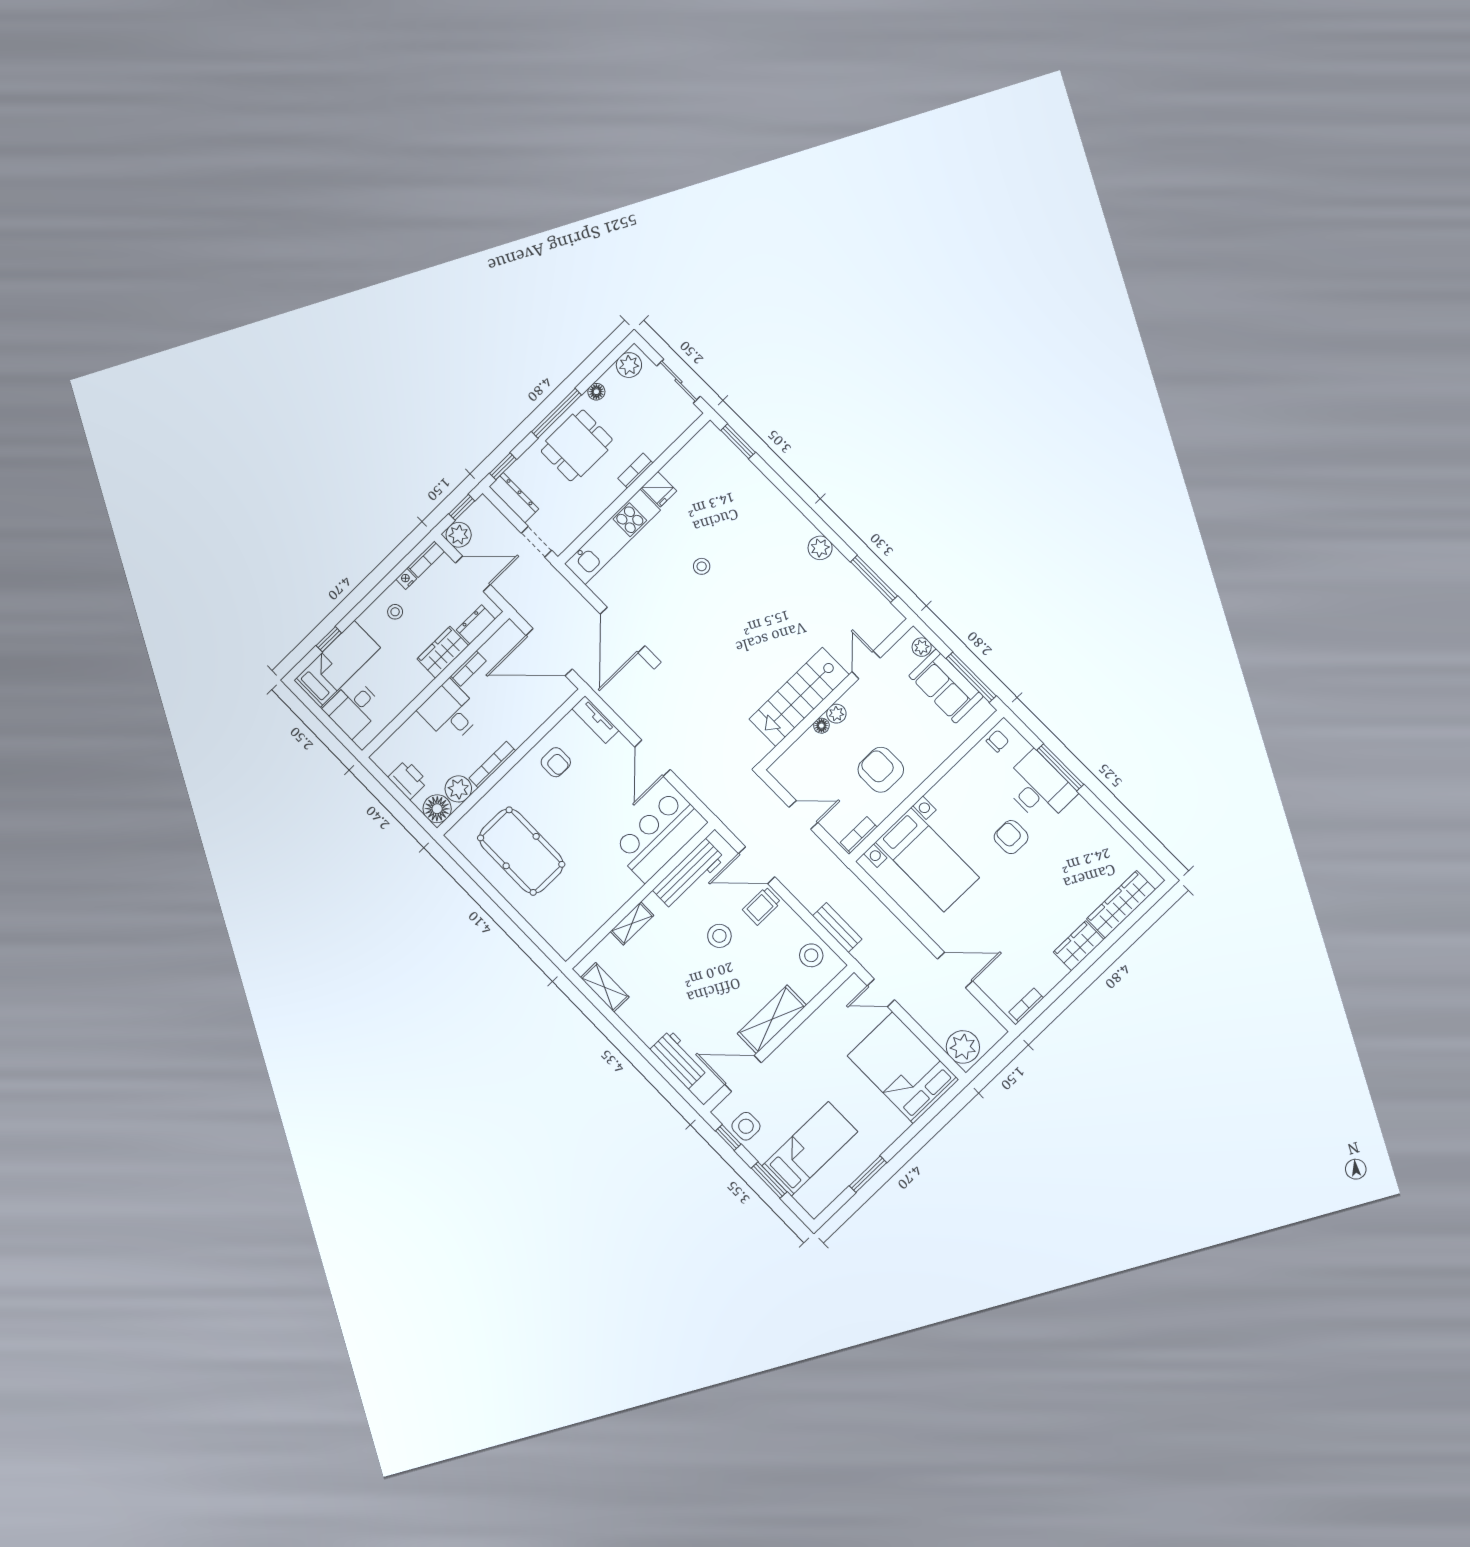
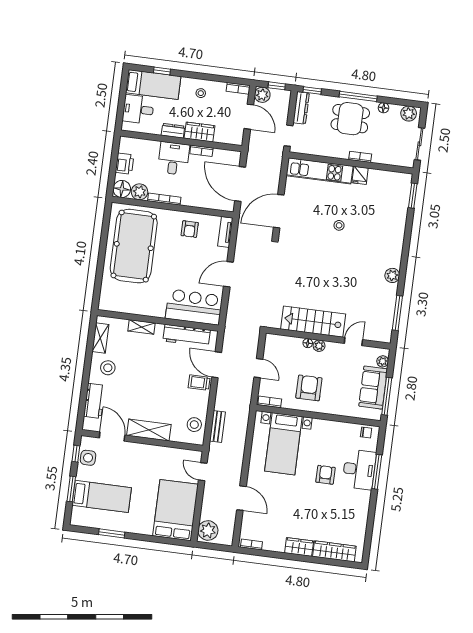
nightstand: (406, 579) -> (221, 86), removed
dresser: (476, 624) -> (173, 131), moved
pool table: (521, 851) -> (134, 246), width x1.36, depth x1.32
stool: (719, 936) -> (108, 368), moved

